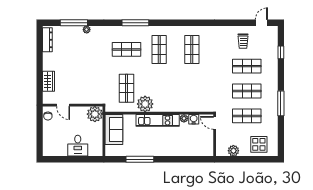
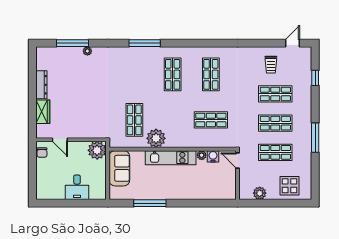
dresser: (47, 40) -> (41, 85), moved
shop shelf: (127, 49) -> (211, 120), moved

